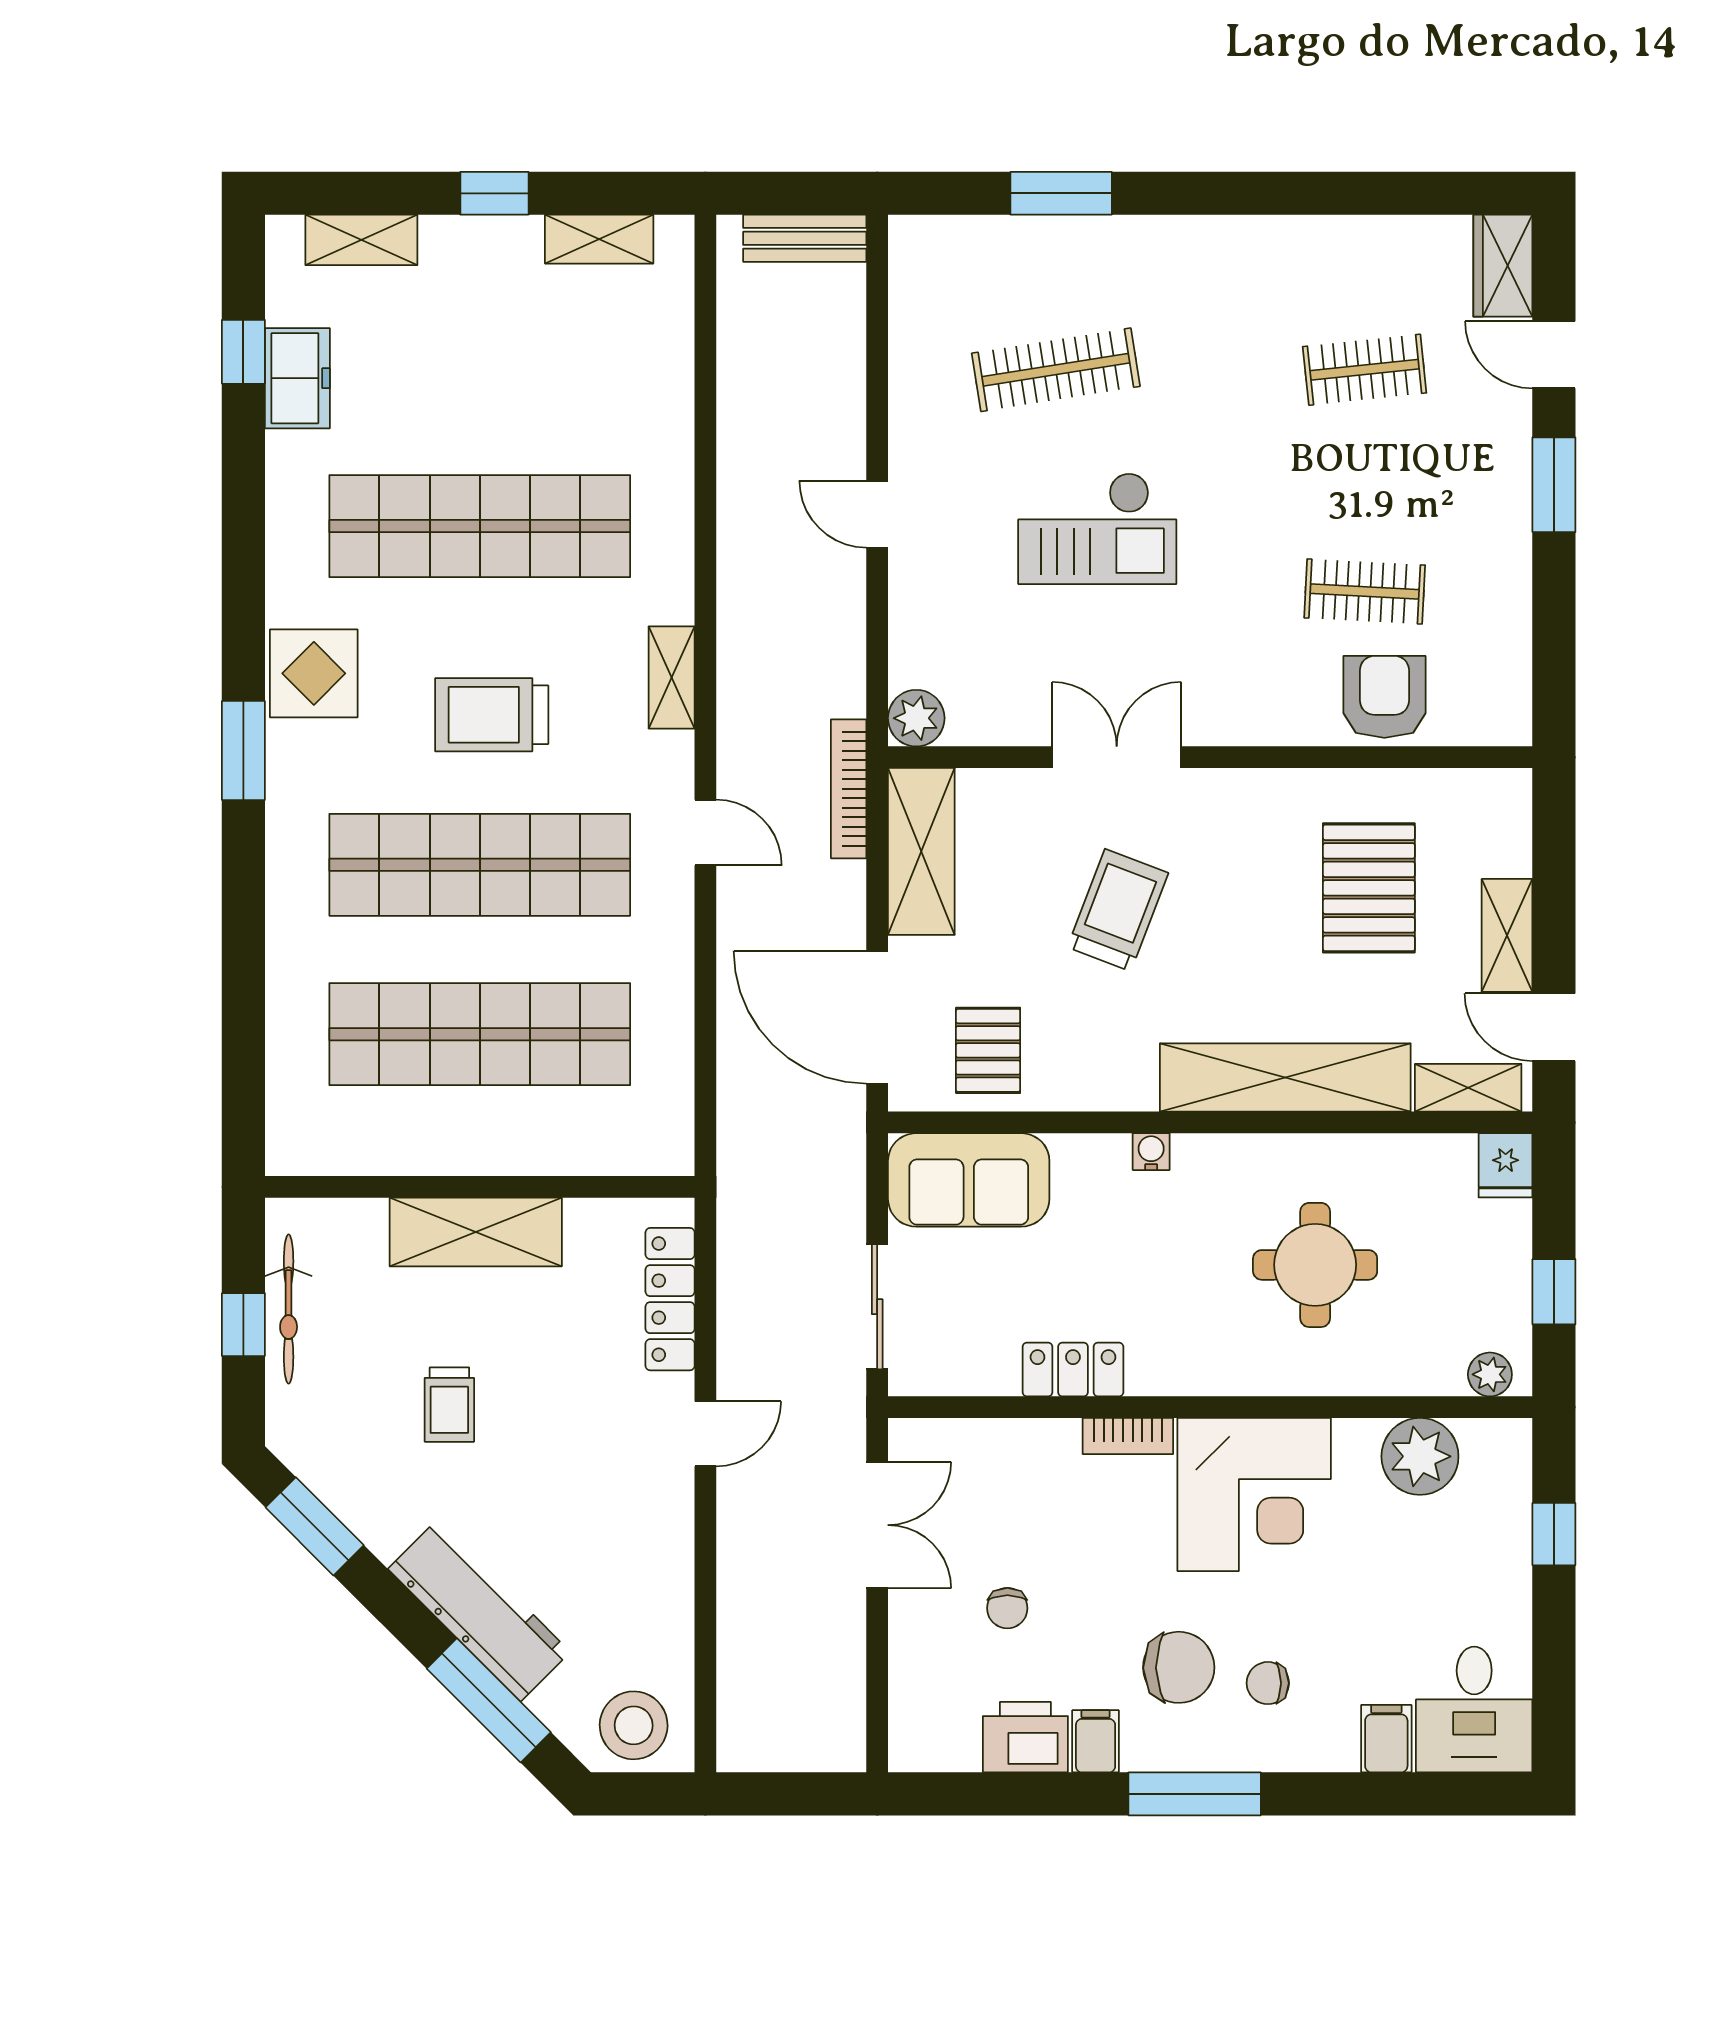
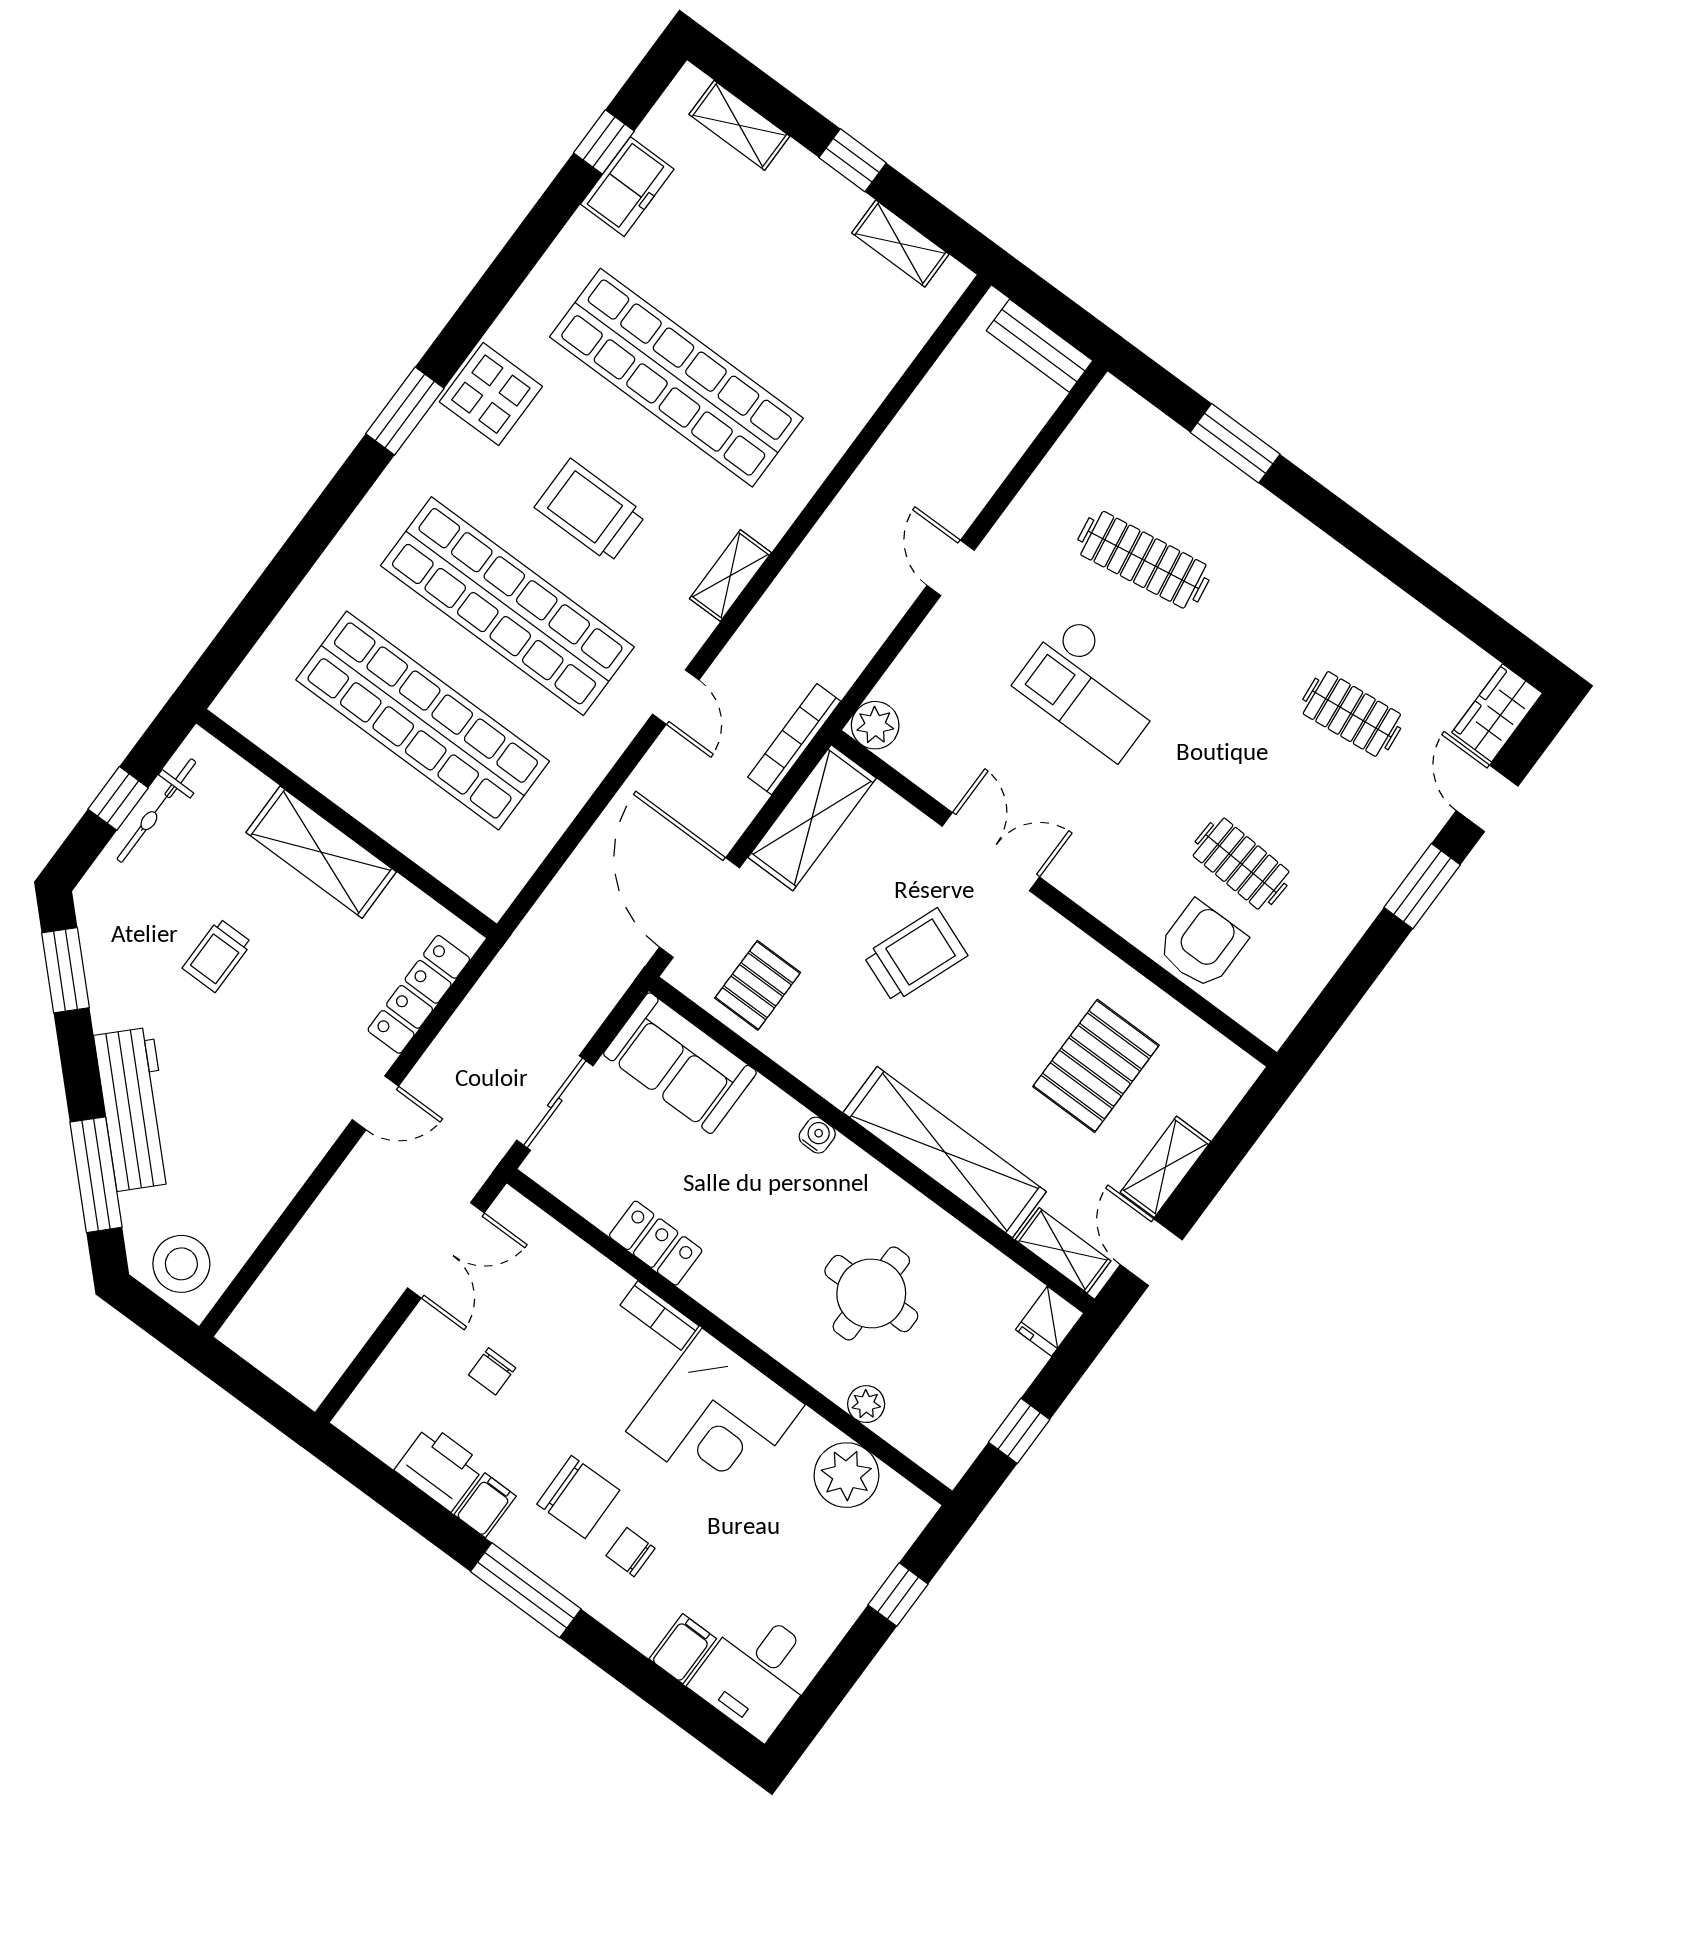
plant: (1490, 1374) -> (866, 1404), moved

